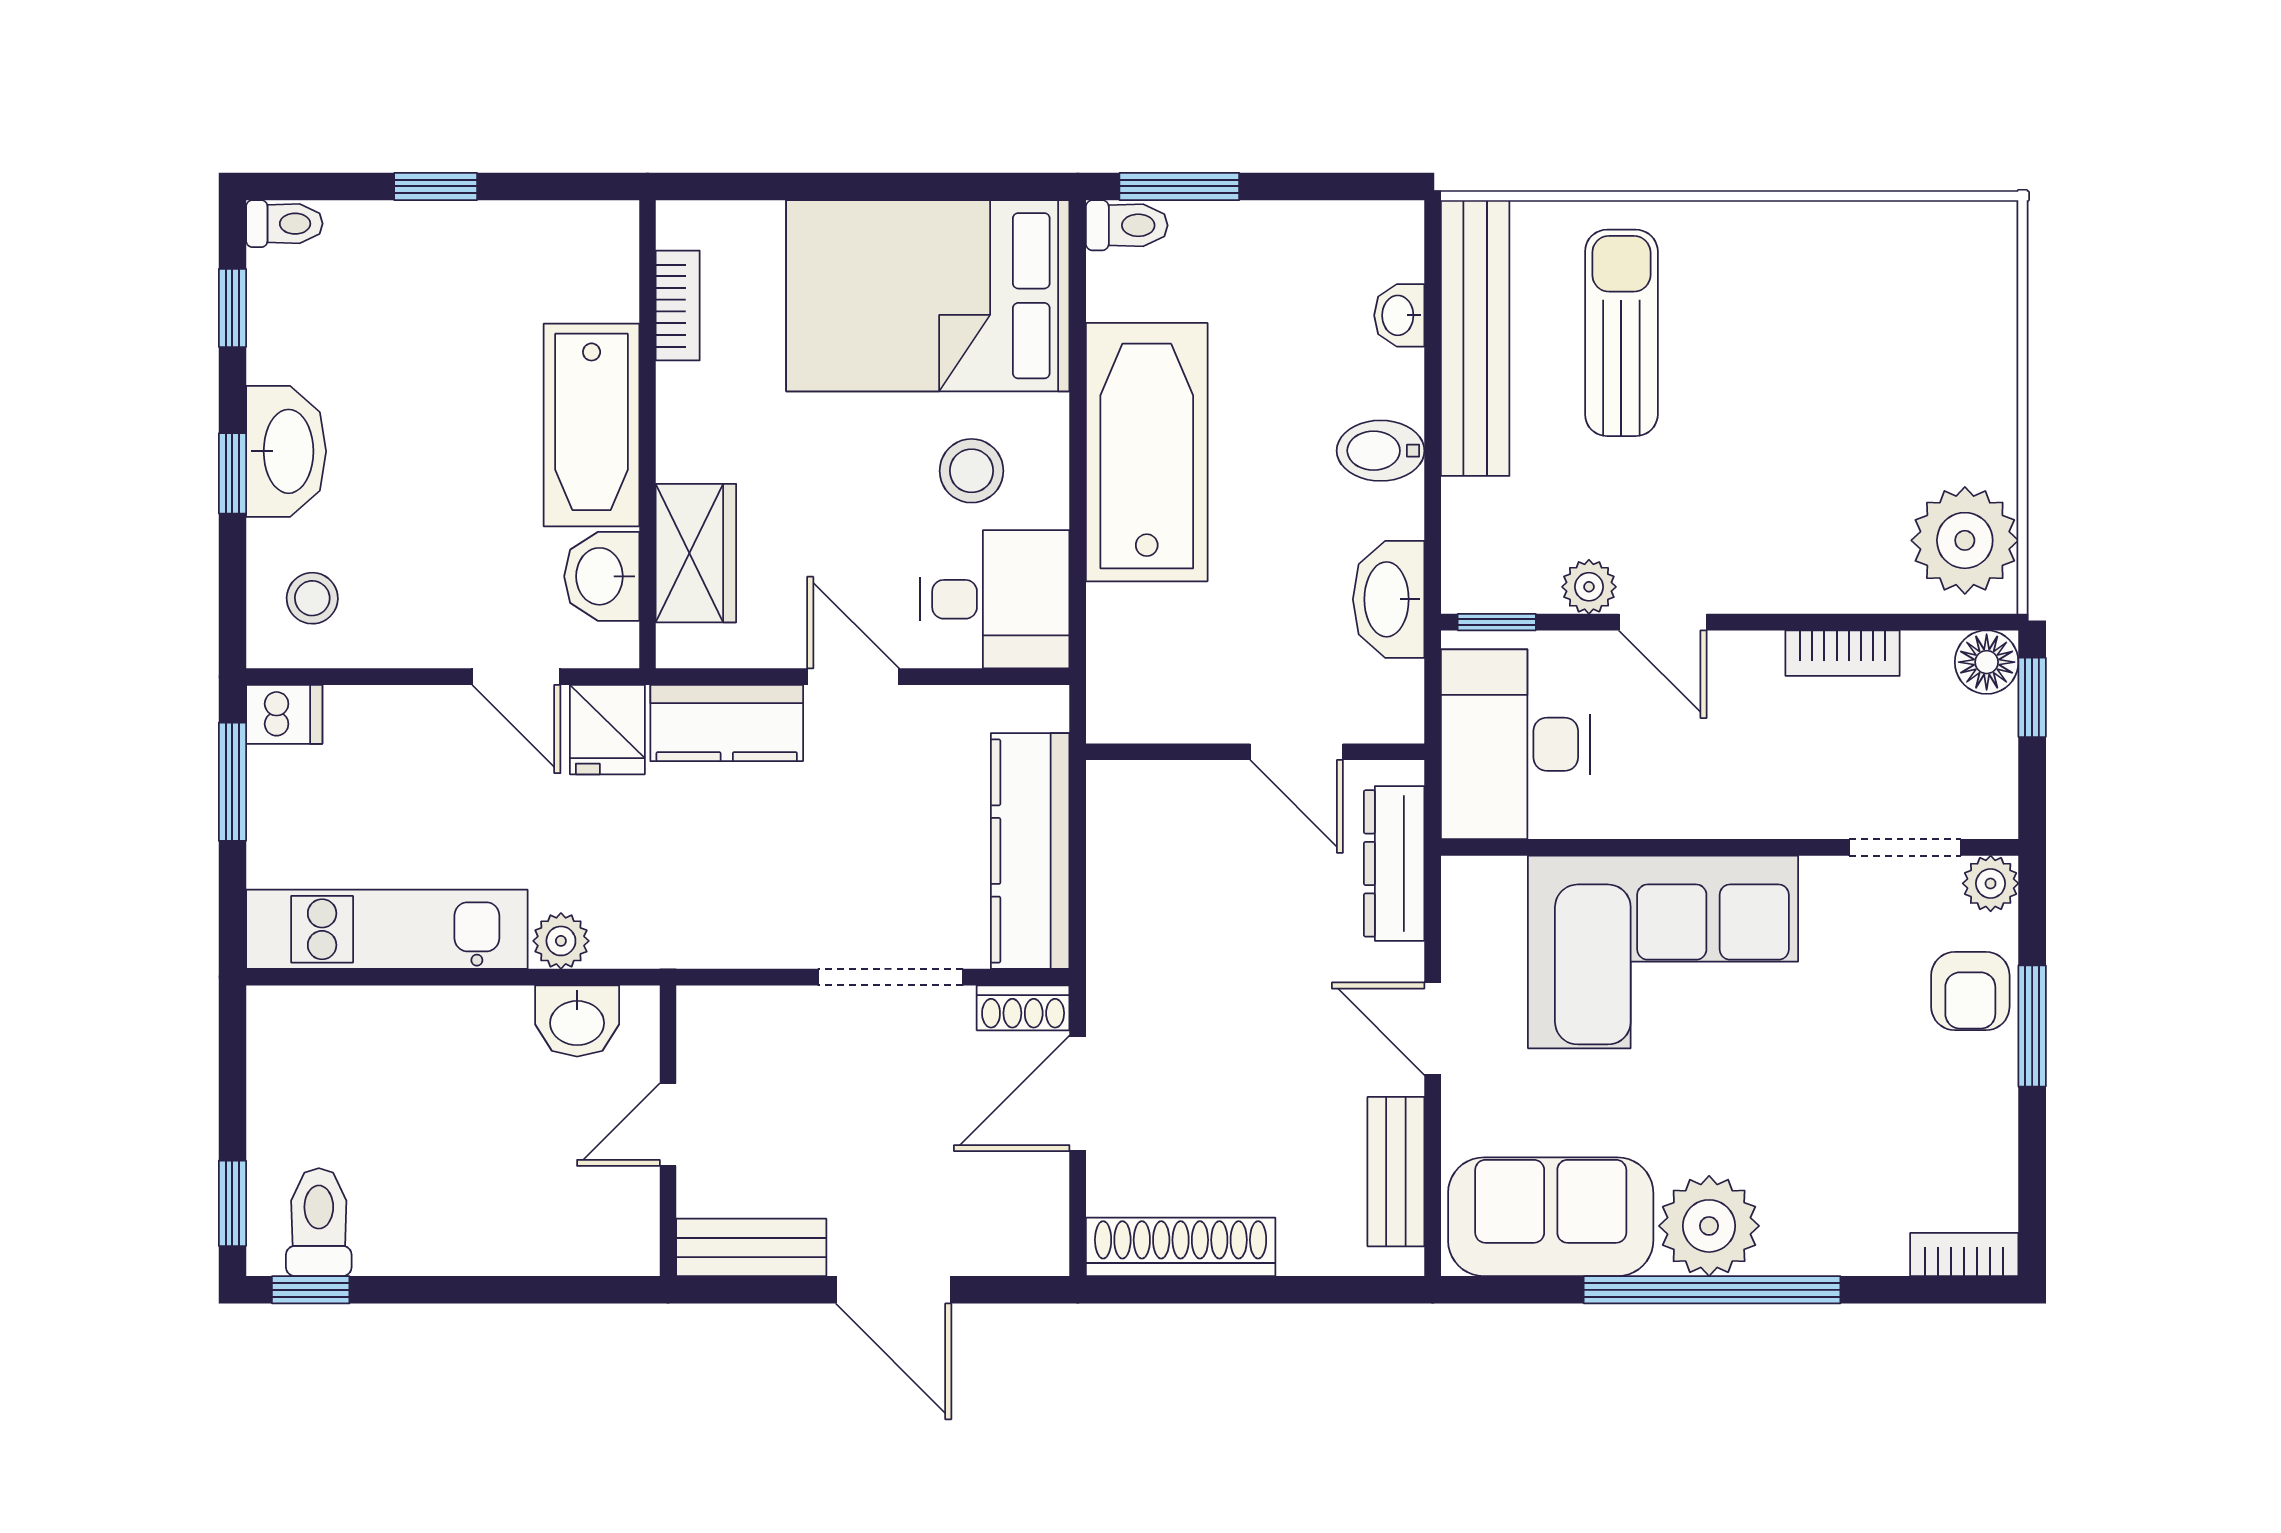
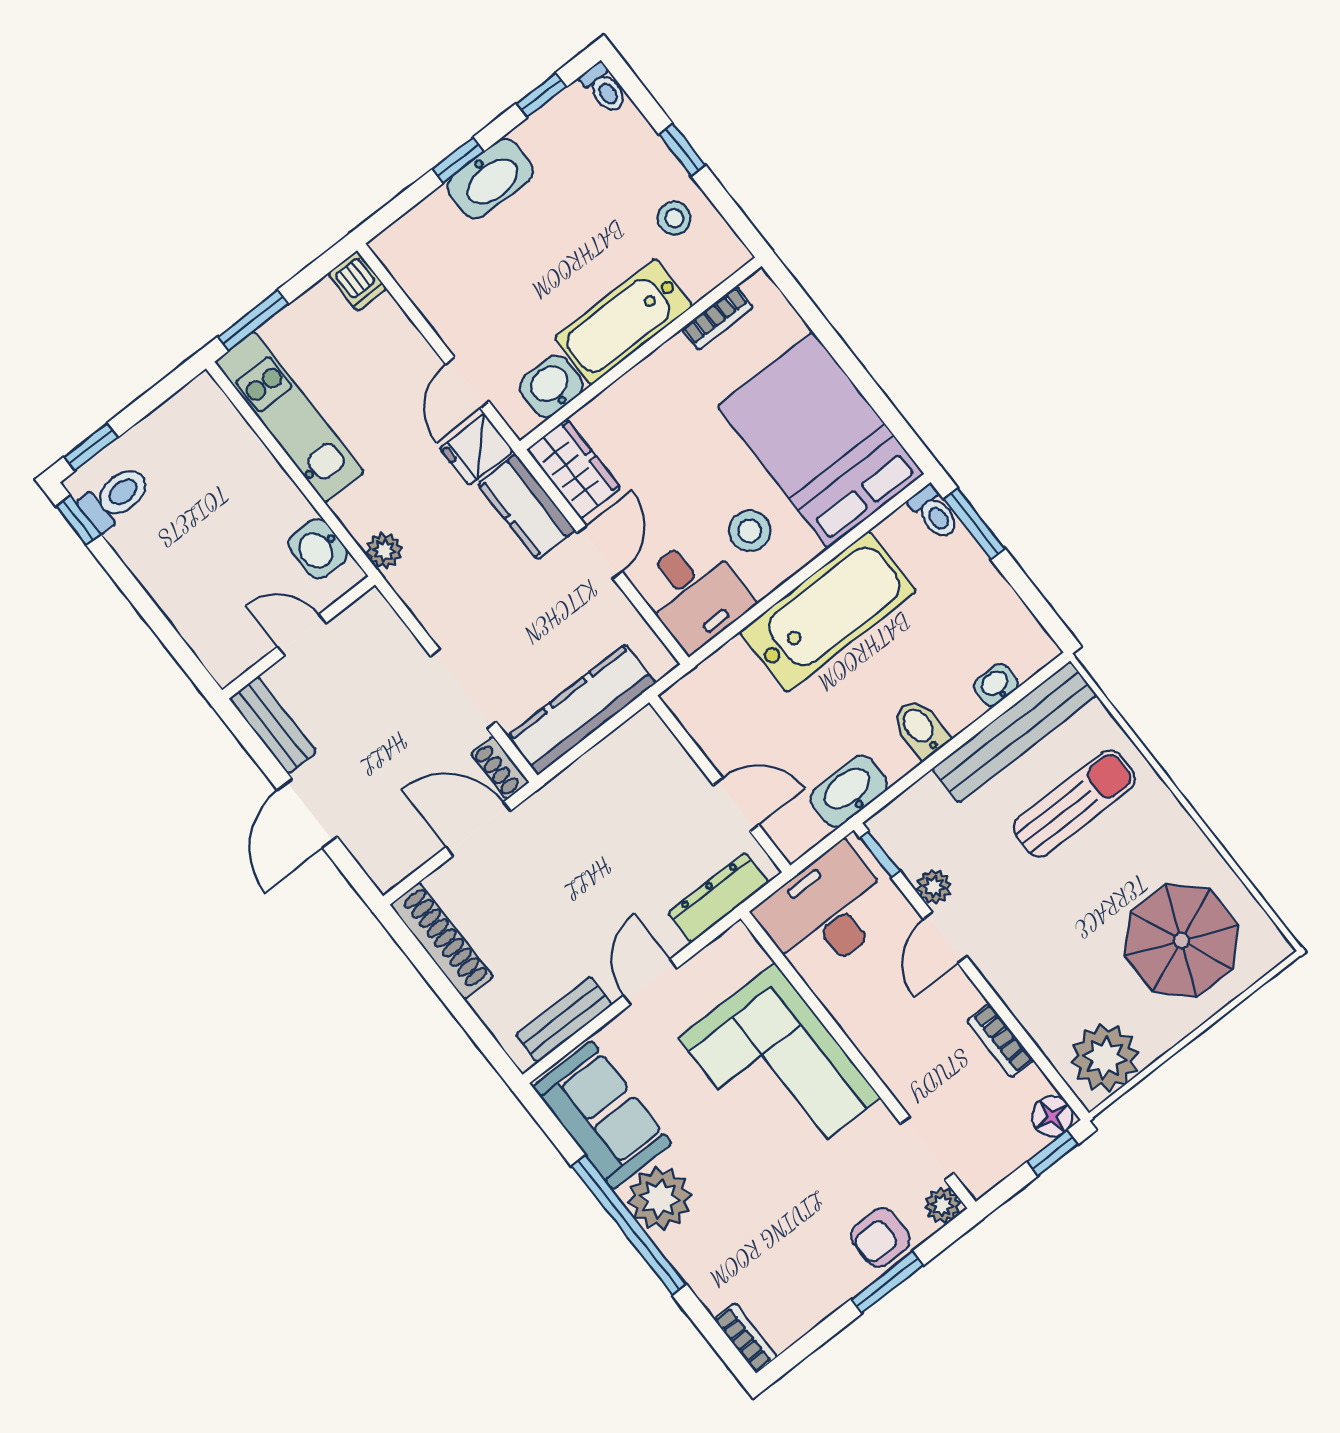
parasol: (1894, 333) -> (1182, 940), added
wardrobe: (696, 553) -> (574, 469), moved, turned -90
stool: (312, 598) -> (674, 218), moved
door: (1297, 752) -> (736, 805), swing flipped
window: (232, 782) -> (253, 320), moved
plant: (561, 941) -> (384, 550), moved

